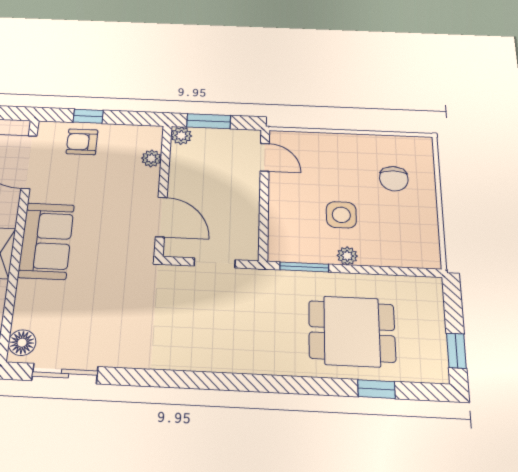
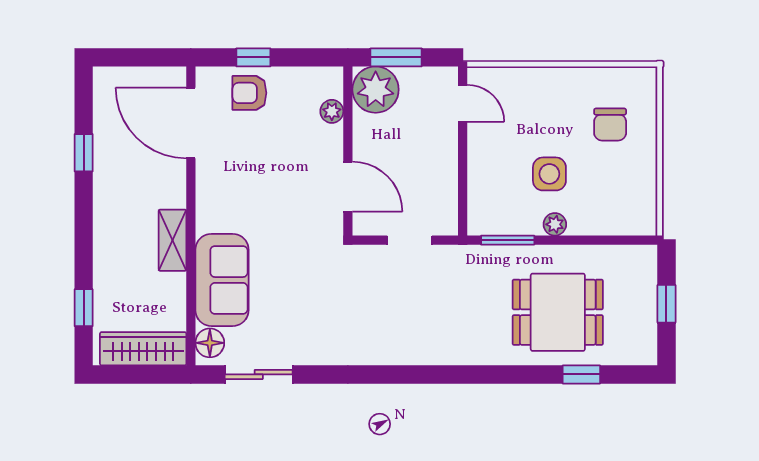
plant: (181, 136) -> (376, 90), width x1.87, depth x1.87
sofa: (46, 241) -> (222, 280), moved
window: (456, 351) -> (666, 304), moved

